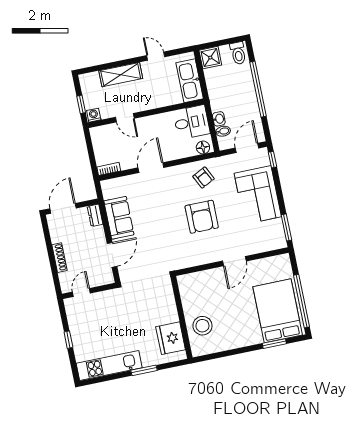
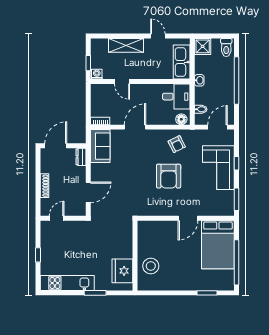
washbasin: (219, 119) -> (199, 80), moved
window: (272, 160) -> (237, 163), moved
sofa: (119, 218) -> (100, 146), moved
bed: (278, 311) -> (218, 245), moved, turned 180

